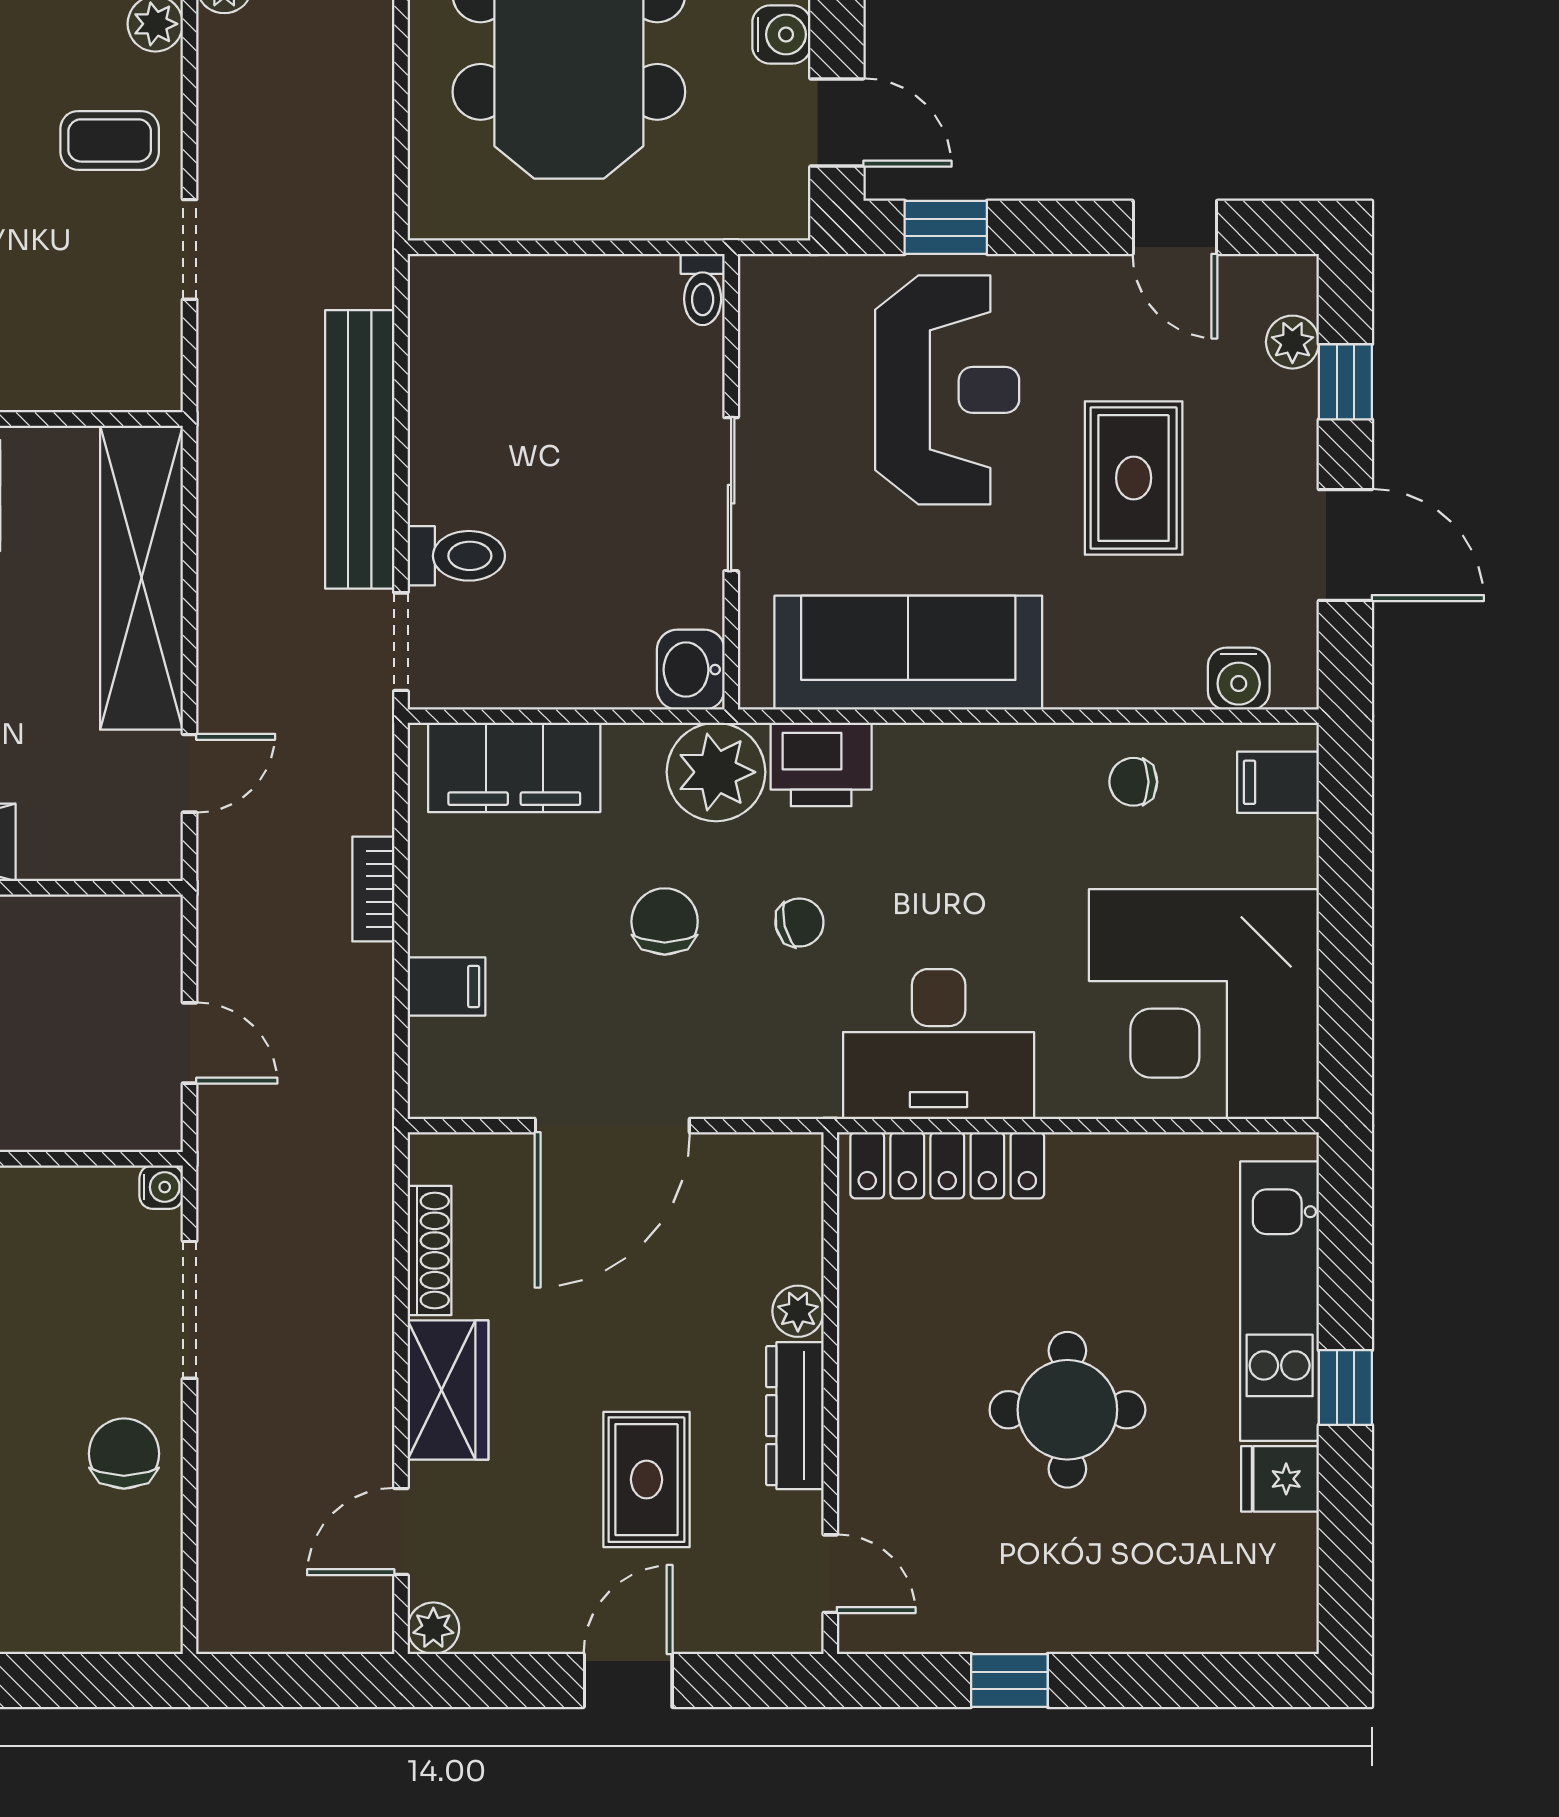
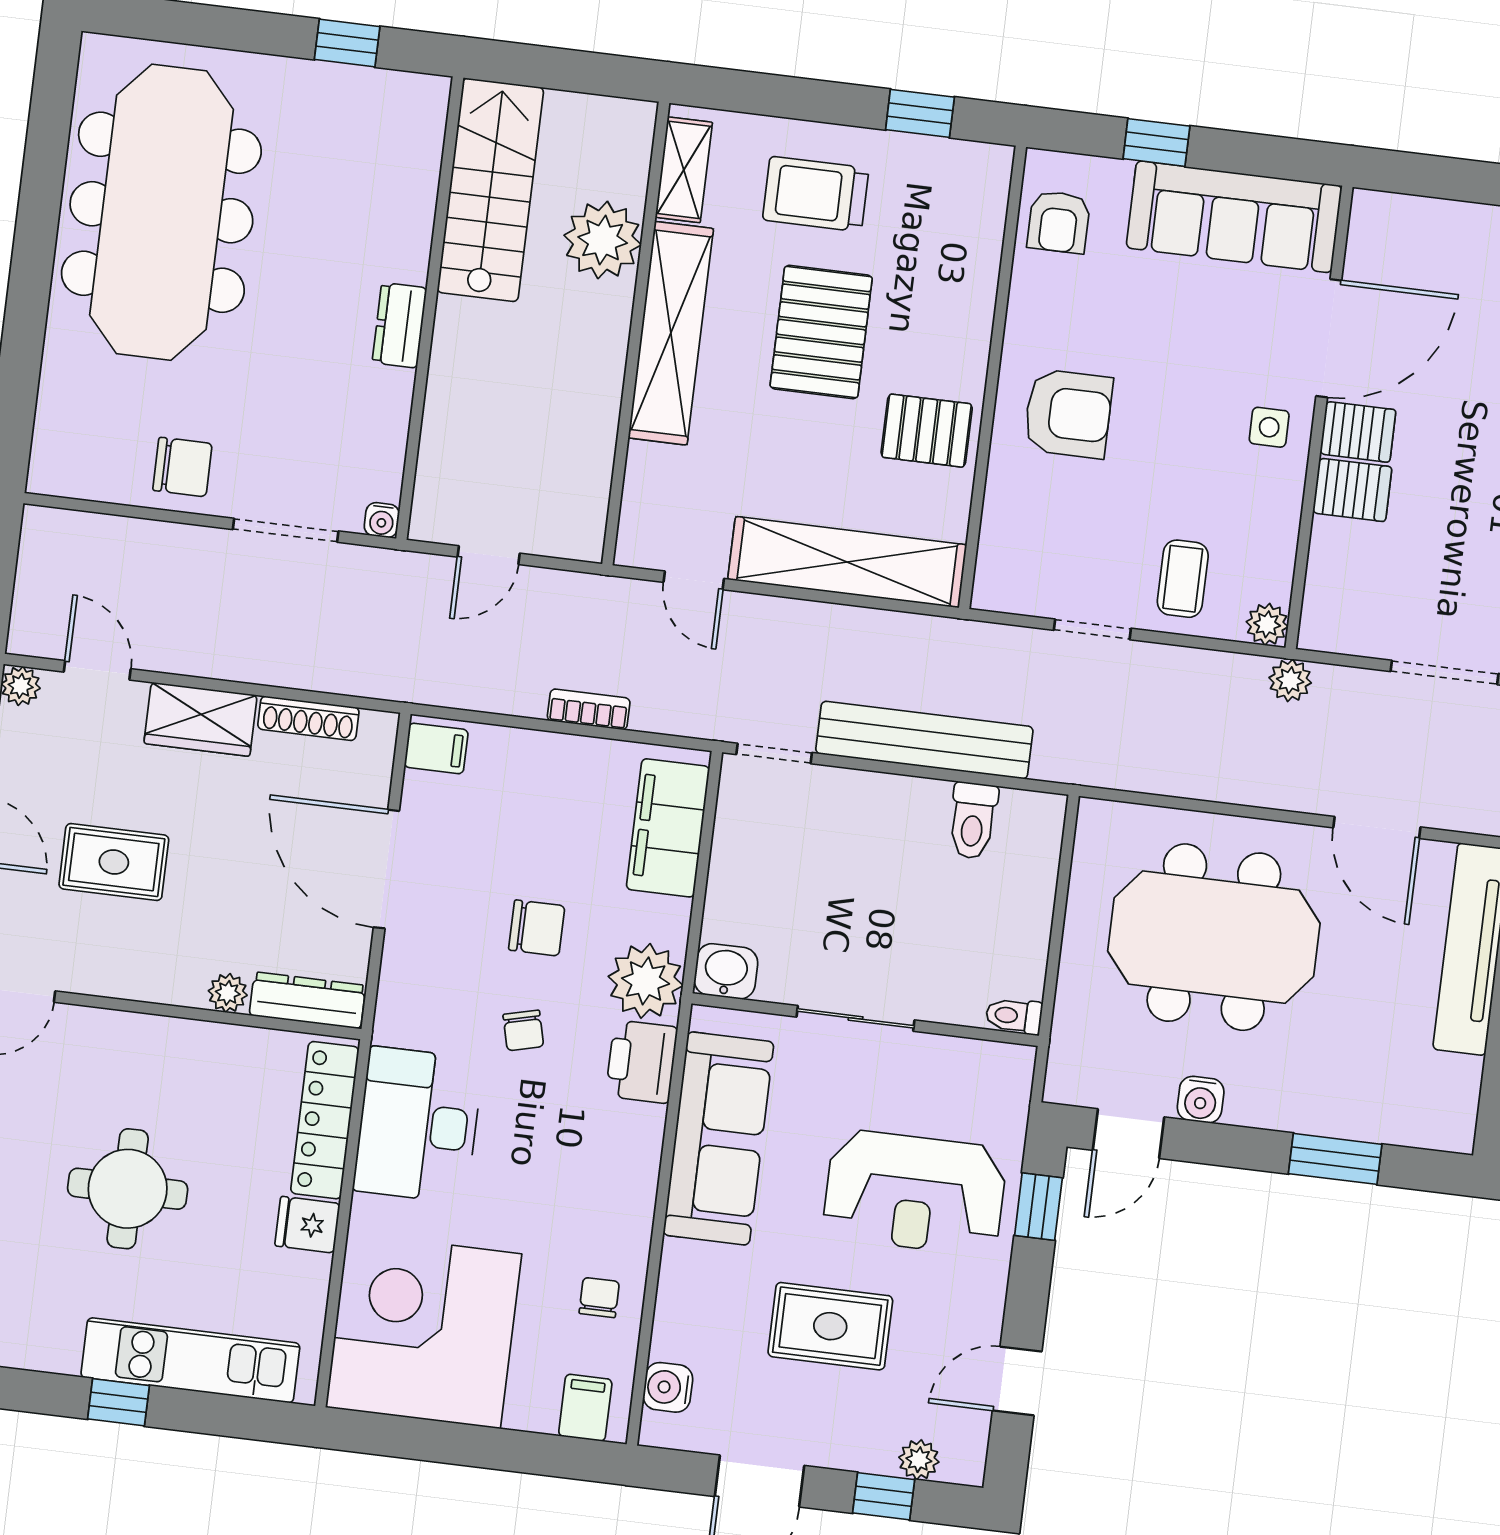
toilet: (456, 556) -> (973, 821), moved
filing cabinet: (446, 986) -> (436, 748), moved, turned -90
dresser: (795, 1416) -> (307, 1000), moved
fridge: (1280, 1479) -> (307, 1225), moved, turned -90

